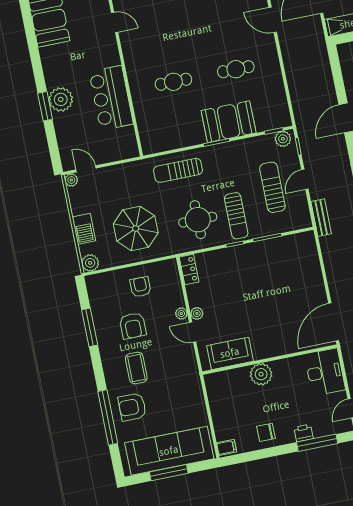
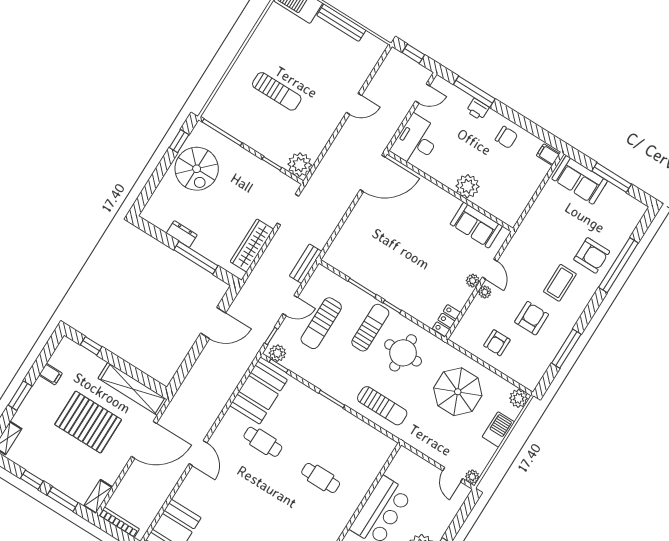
booth: (229, 122) -> (258, 393), moved, turned 90
sofa: (169, 451) -> (580, 180), width x0.54, depth x0.79

